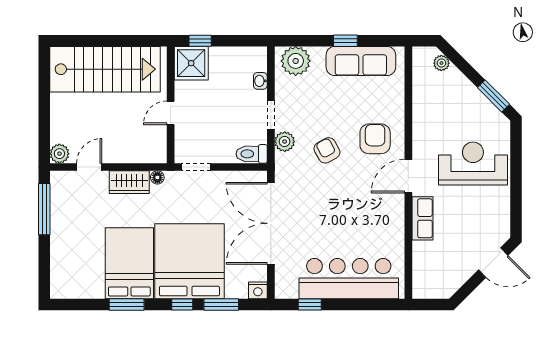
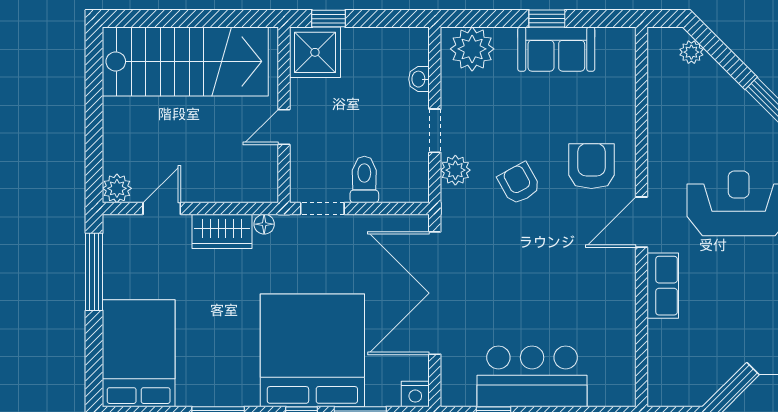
sofa: (361, 61) -> (556, 49), width x0.73
toilet: (252, 154) -> (364, 180), moved, turned 90
bed: (129, 263) -> (139, 353), moved
bar counter: (349, 279) -> (532, 376), width x0.73

